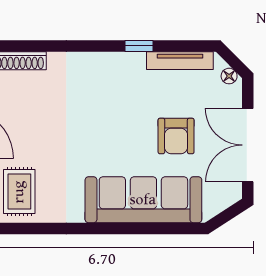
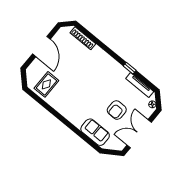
sofa: (143, 200) -> (95, 132), width x0.54, depth x0.79

